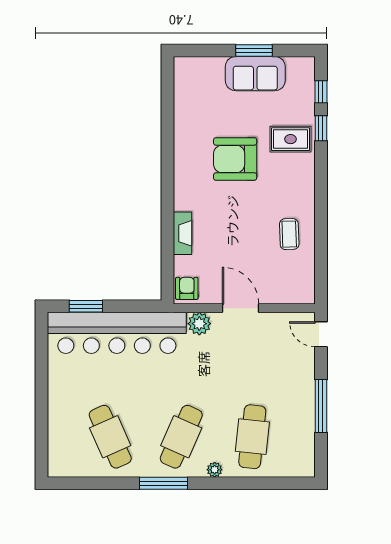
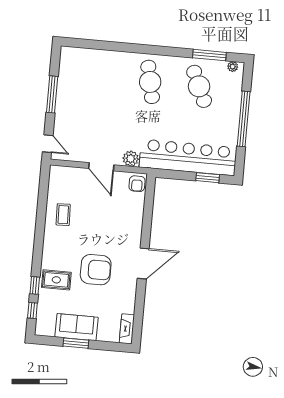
door: (167, 174) -> (143, 263), added
fireplace: (182, 233) -> (127, 329), moved
window: (42, 396) -> (244, 119), added
cafe table: (181, 437) -> (150, 82), turned -36
cafe table: (252, 437) -> (101, 77), removed
plant: (215, 470) -> (233, 67), moved
window: (164, 483) -> (209, 55), moved

